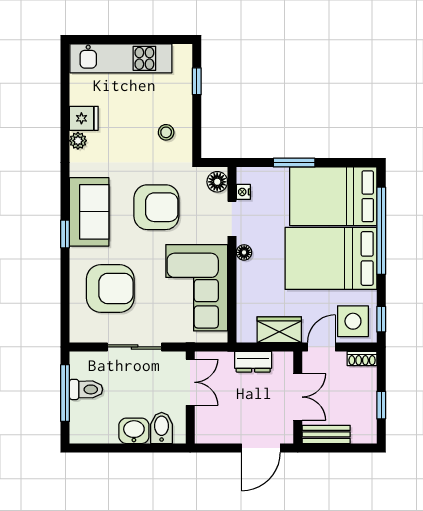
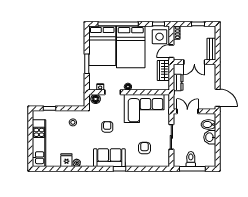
armchair: (156, 207) -> (107, 127), width x0.53, depth x0.53
armchair: (110, 288) -> (144, 148), width x0.53, depth x0.53
door: (321, 347) -> (171, 51), hinge flipped
double door: (298, 397) -> (194, 62), swing flipped
door: (261, 448) -> (218, 98), moved

